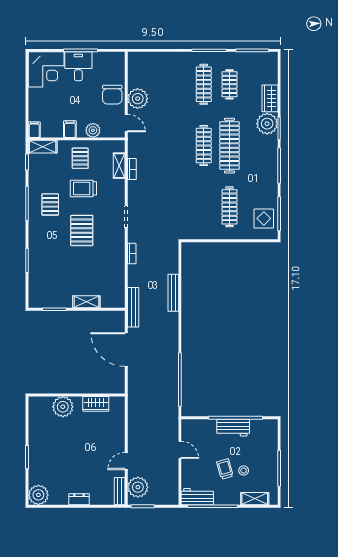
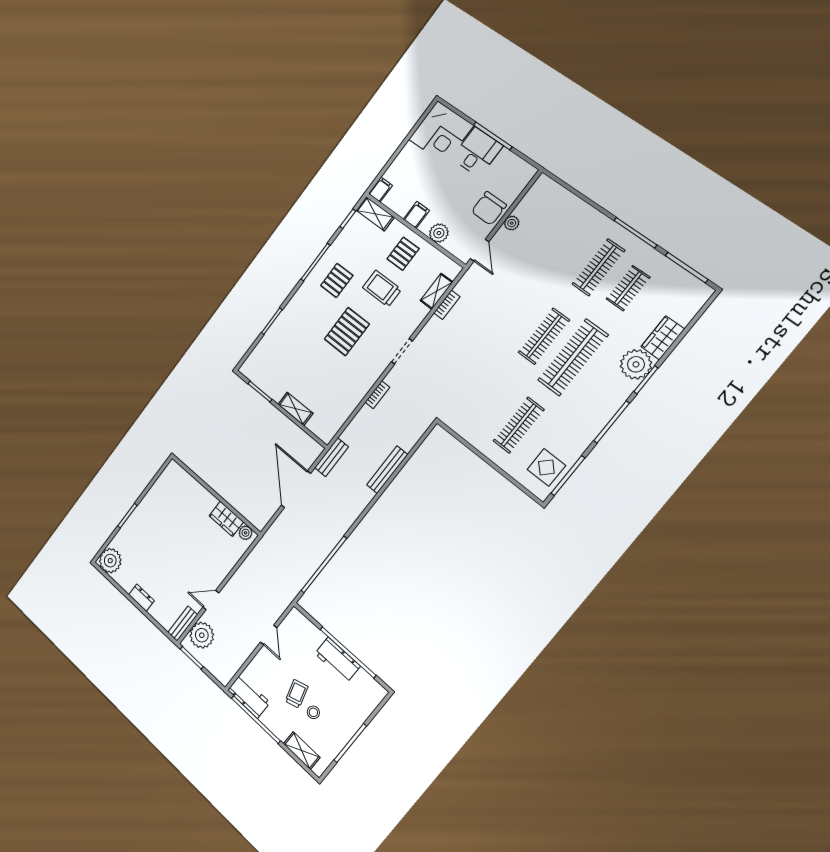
plant: (138, 99) -> (512, 223), width x0.53, depth x0.53
bench: (133, 307) -> (332, 457), width x0.73
plant: (63, 407) -> (246, 533), moved, width x0.53, depth x0.53

